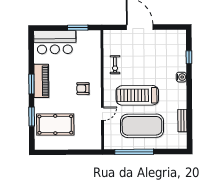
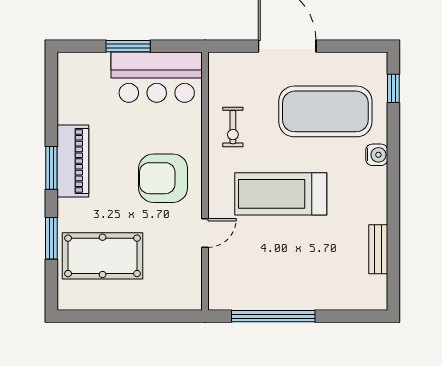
window: (78, 28) -> (128, 46), moved
bar counter: (55, 42) -> (157, 77), moved
window: (189, 57) -> (393, 88), moved
armchair: (83, 89) -> (163, 178), width x1.88, depth x1.88
exercise mat: (142, 126) -> (325, 111), moved

